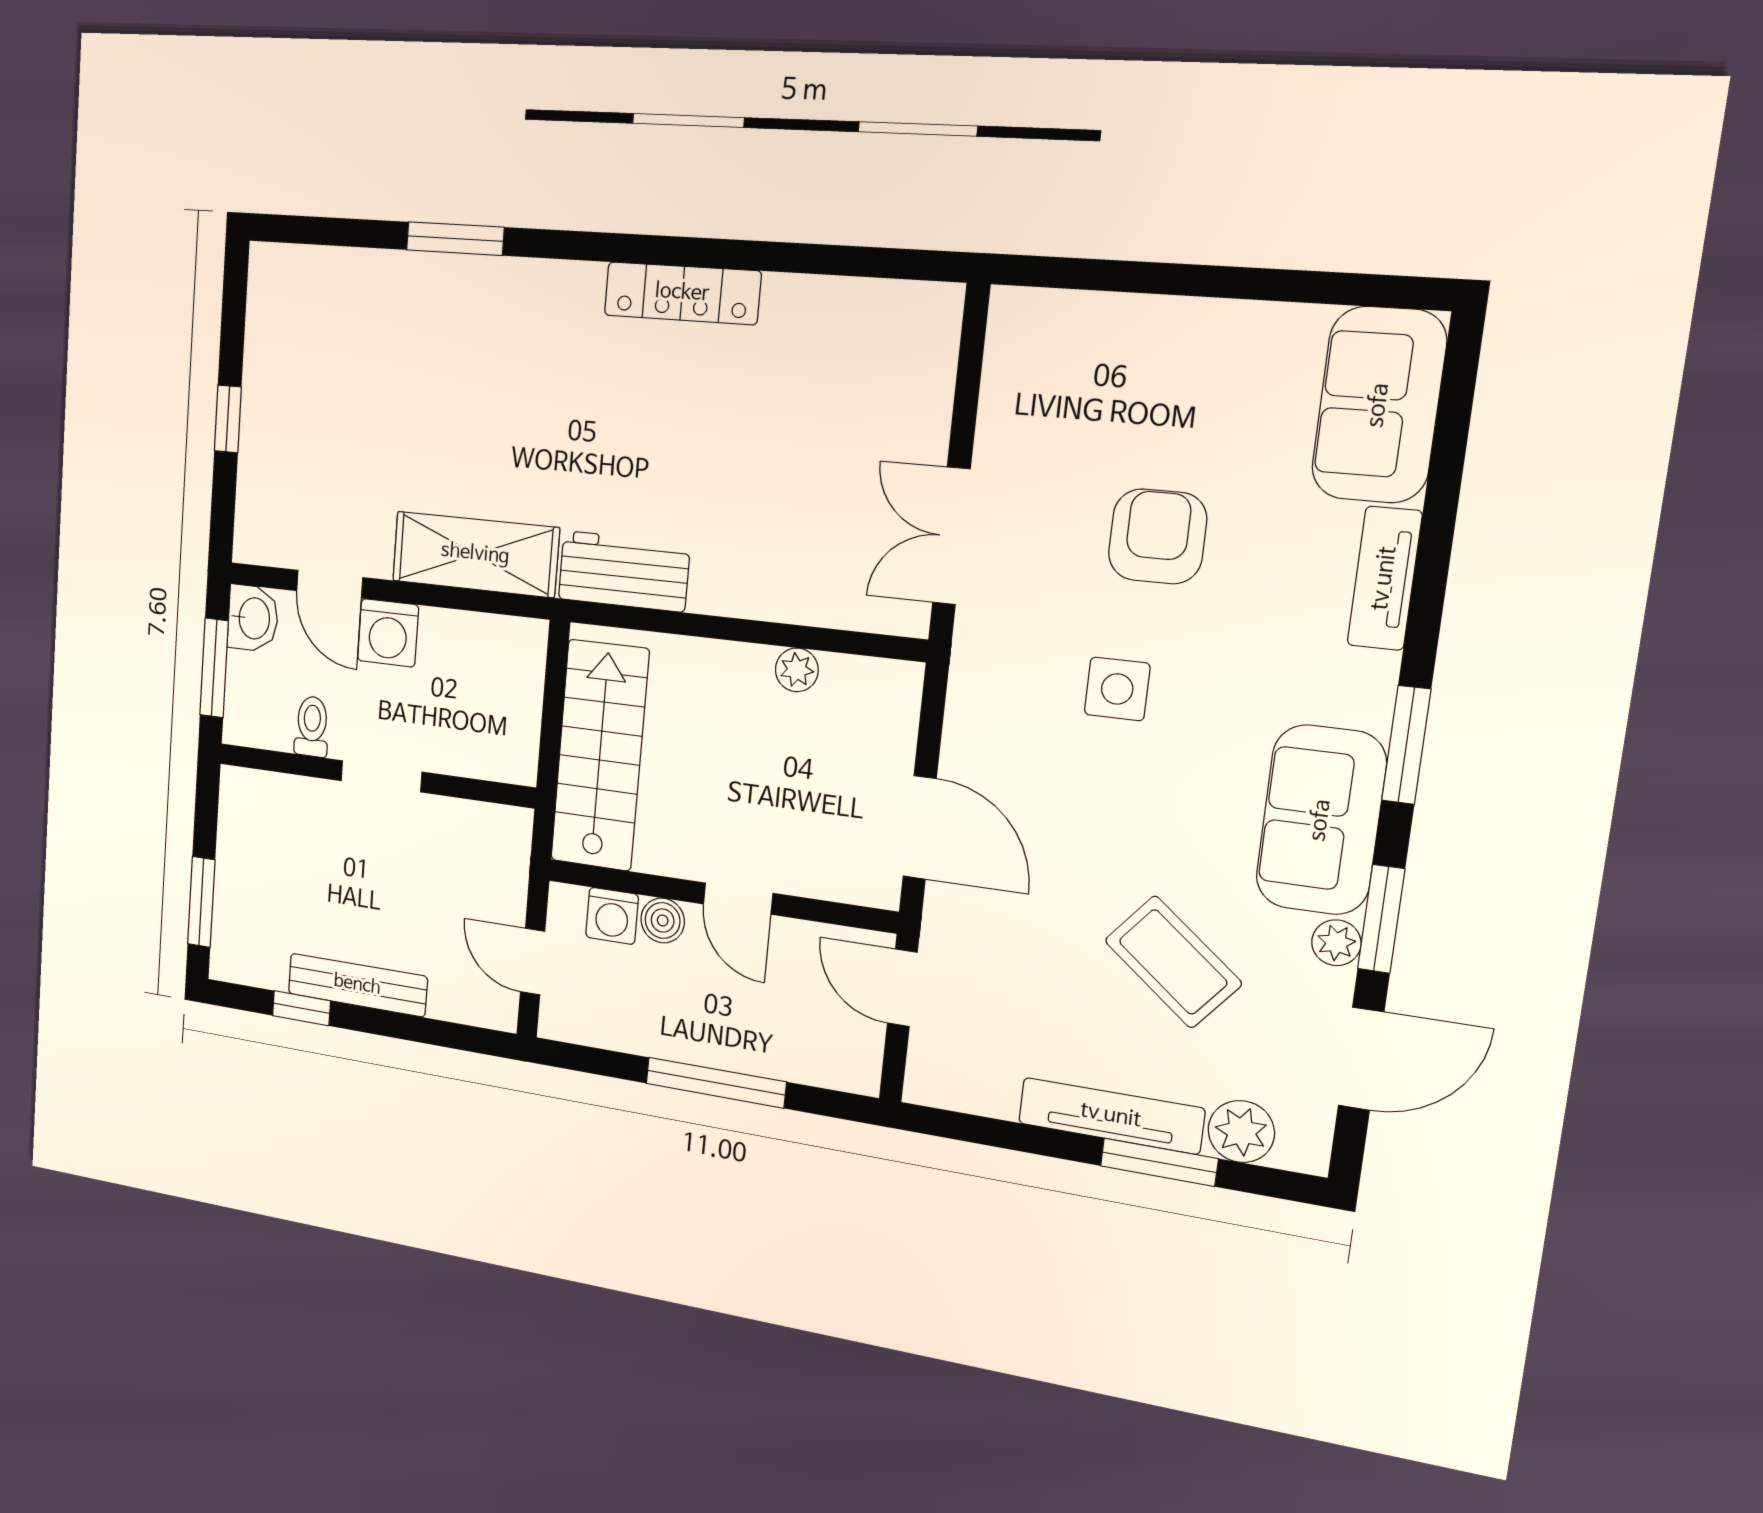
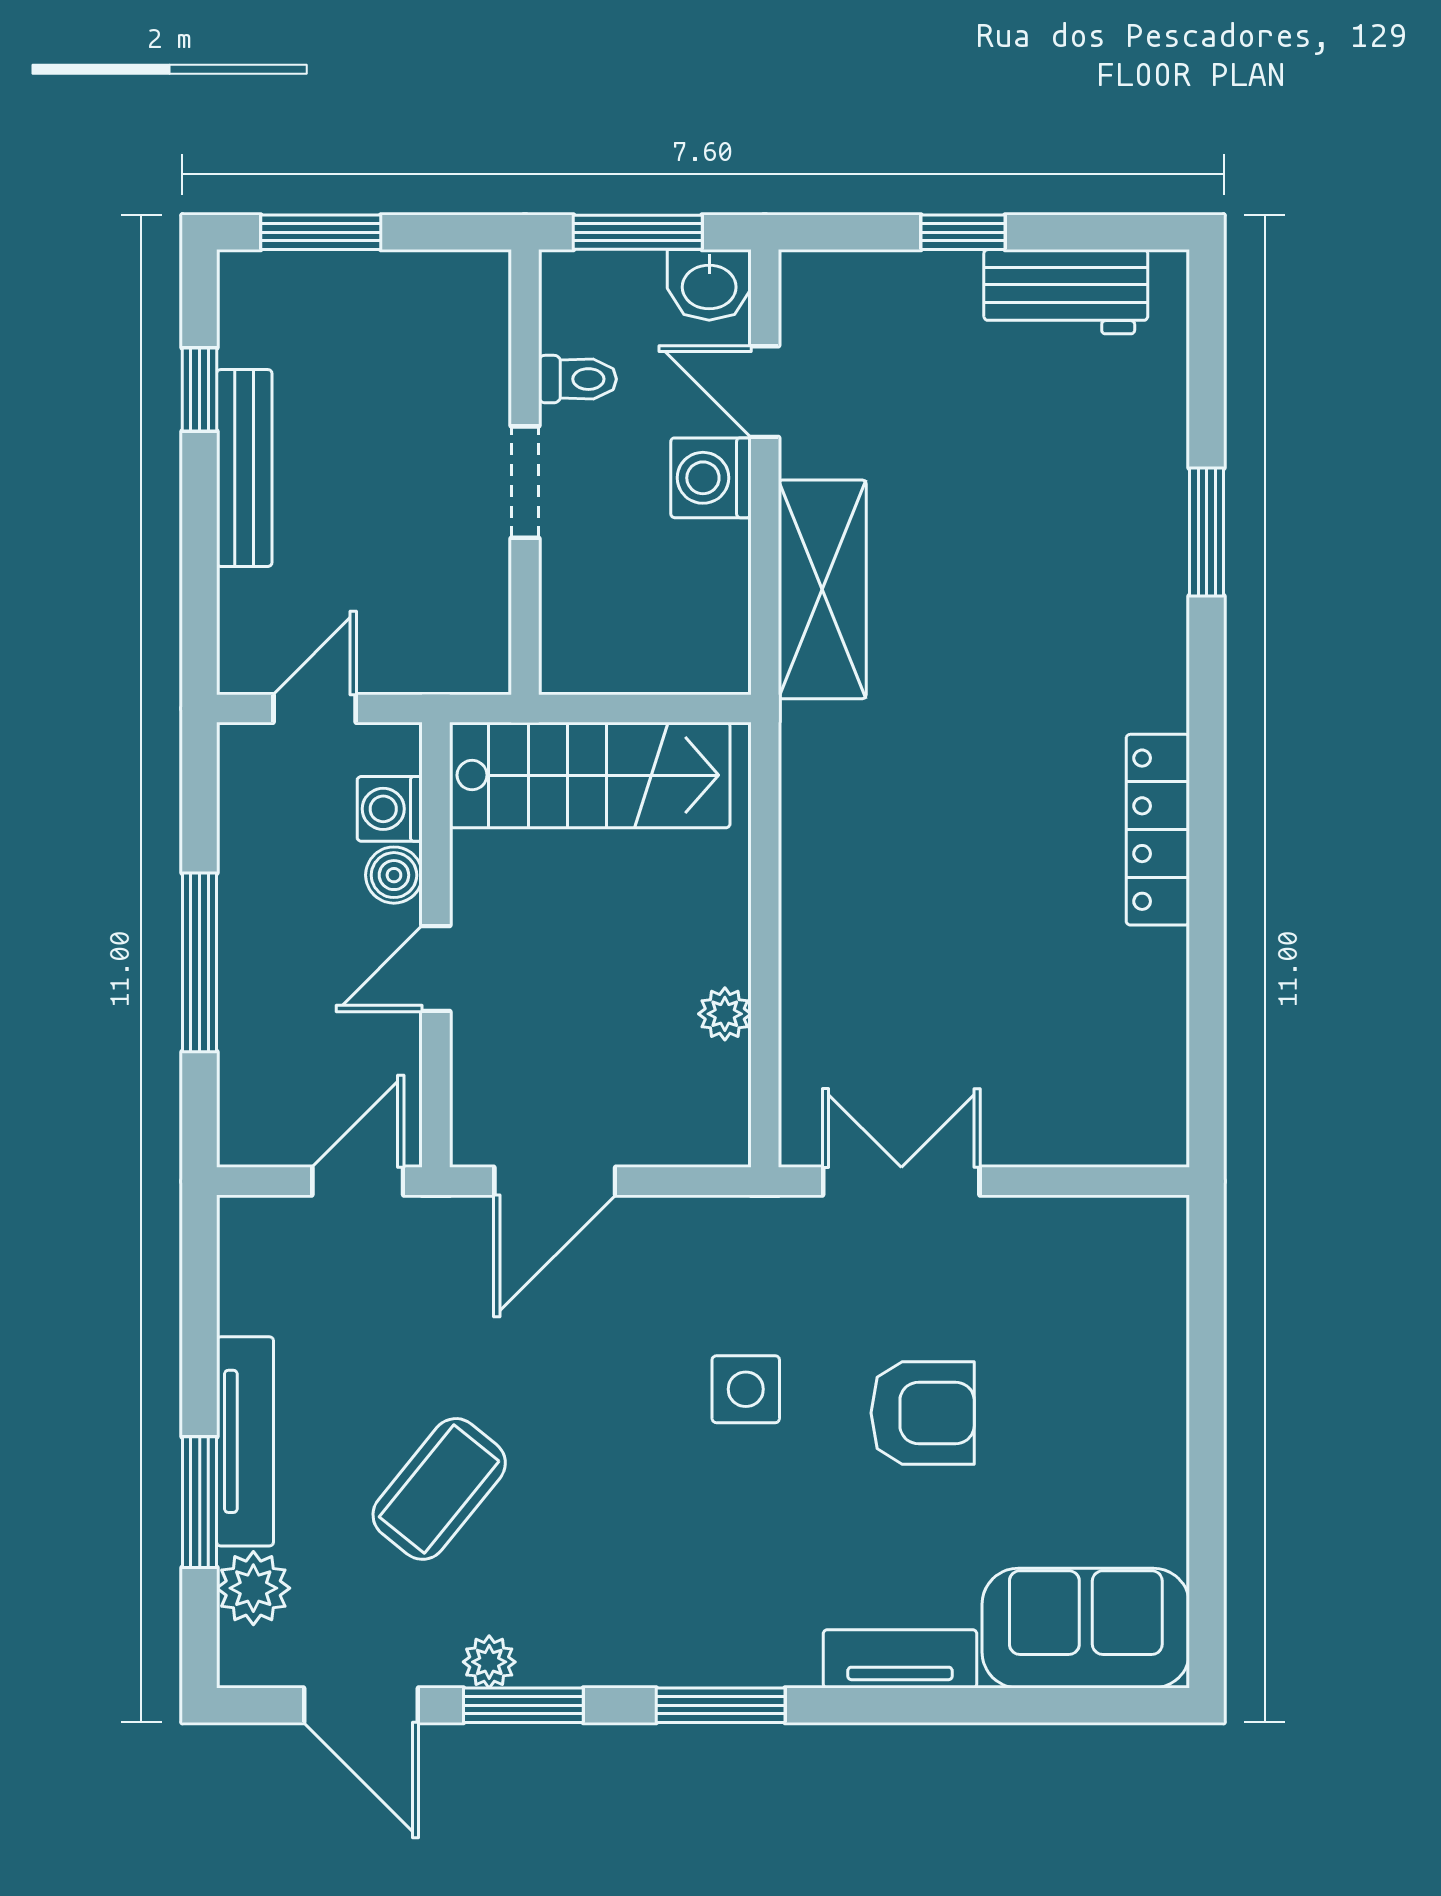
workbench: (624, 571) -> (1066, 292), moved, turned 90
door: (330, 584) -> (765, 392), hinge flipped
sofa: (1321, 820) -> (625, 1628), removed

